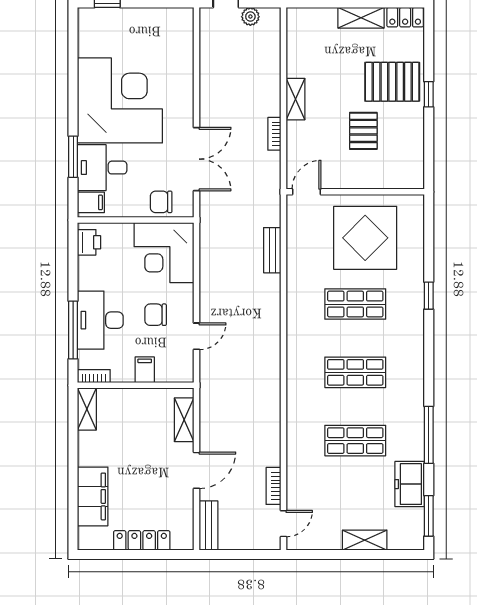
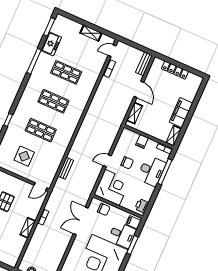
display table: (365, 238) -> (24, 156), width x0.54, depth x0.54
door: (197, 336) -> (107, 161), moved
door: (197, 470) -> (139, 89), swing flipped
filing cabinet: (93, 496) -> (181, 113), moved
shelving: (365, 540) -> (91, 33), moved

